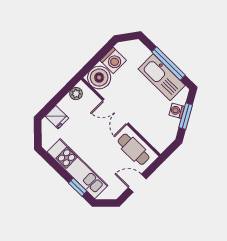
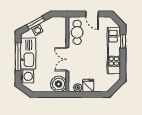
washing machine: (113, 60) -> (27, 76), moved, turned 90
double door: (116, 112) -> (67, 59), swing flipped
fridge: (57, 117) -> (88, 86), moved

